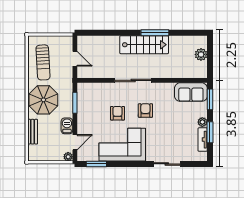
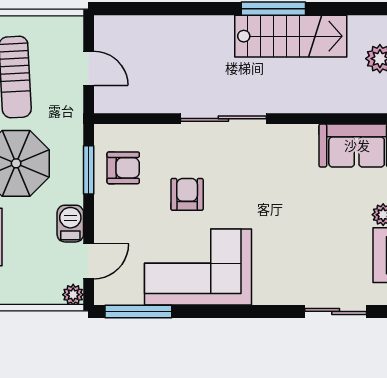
stairs: (144, 45) -> (291, 36), moved
armchair: (145, 110) -> (123, 168), moved, turned 90
window: (96, 164) -> (138, 311), width x1.44
sliding door: (167, 164) -> (336, 311), moved

